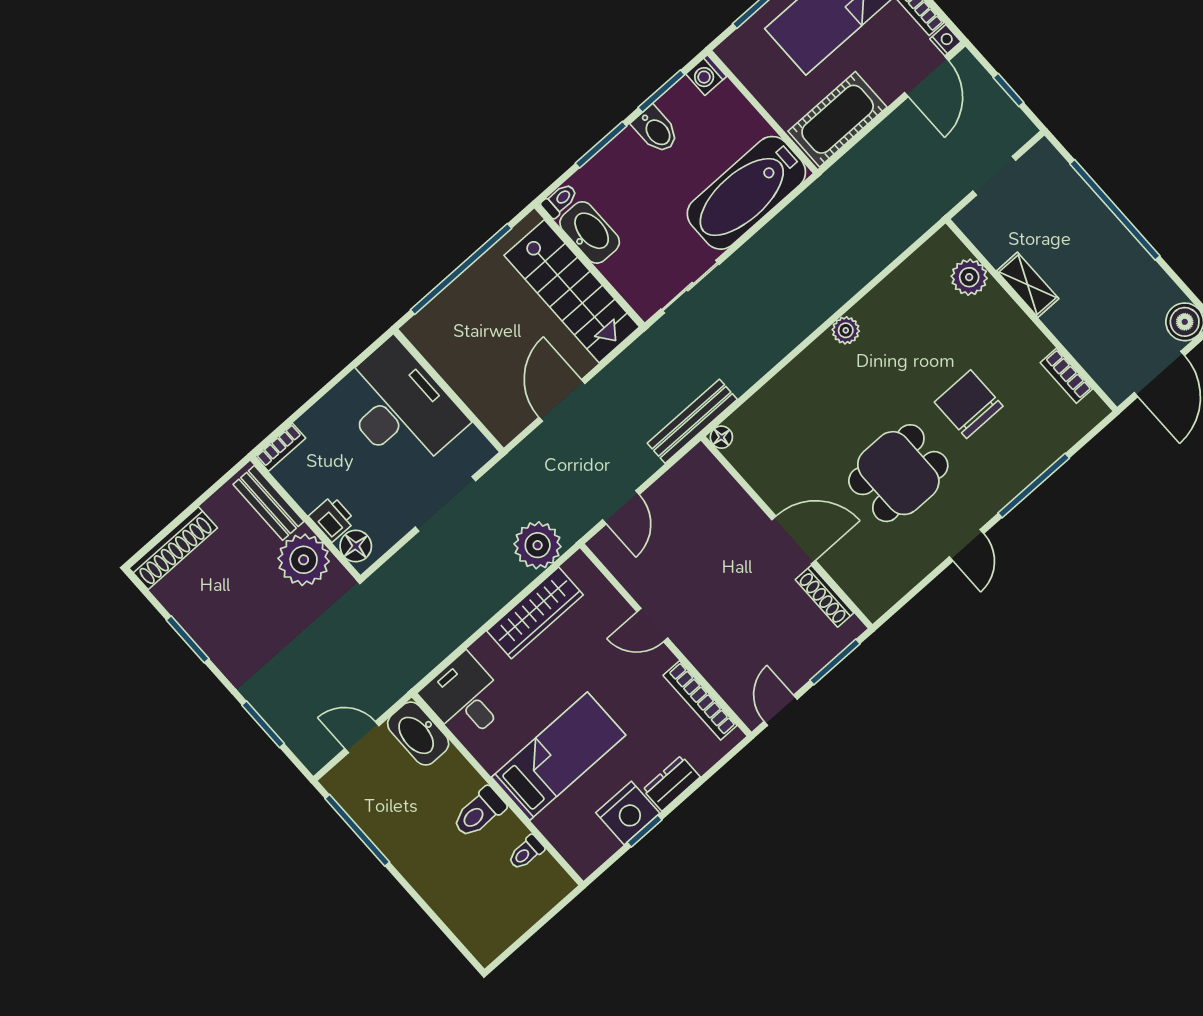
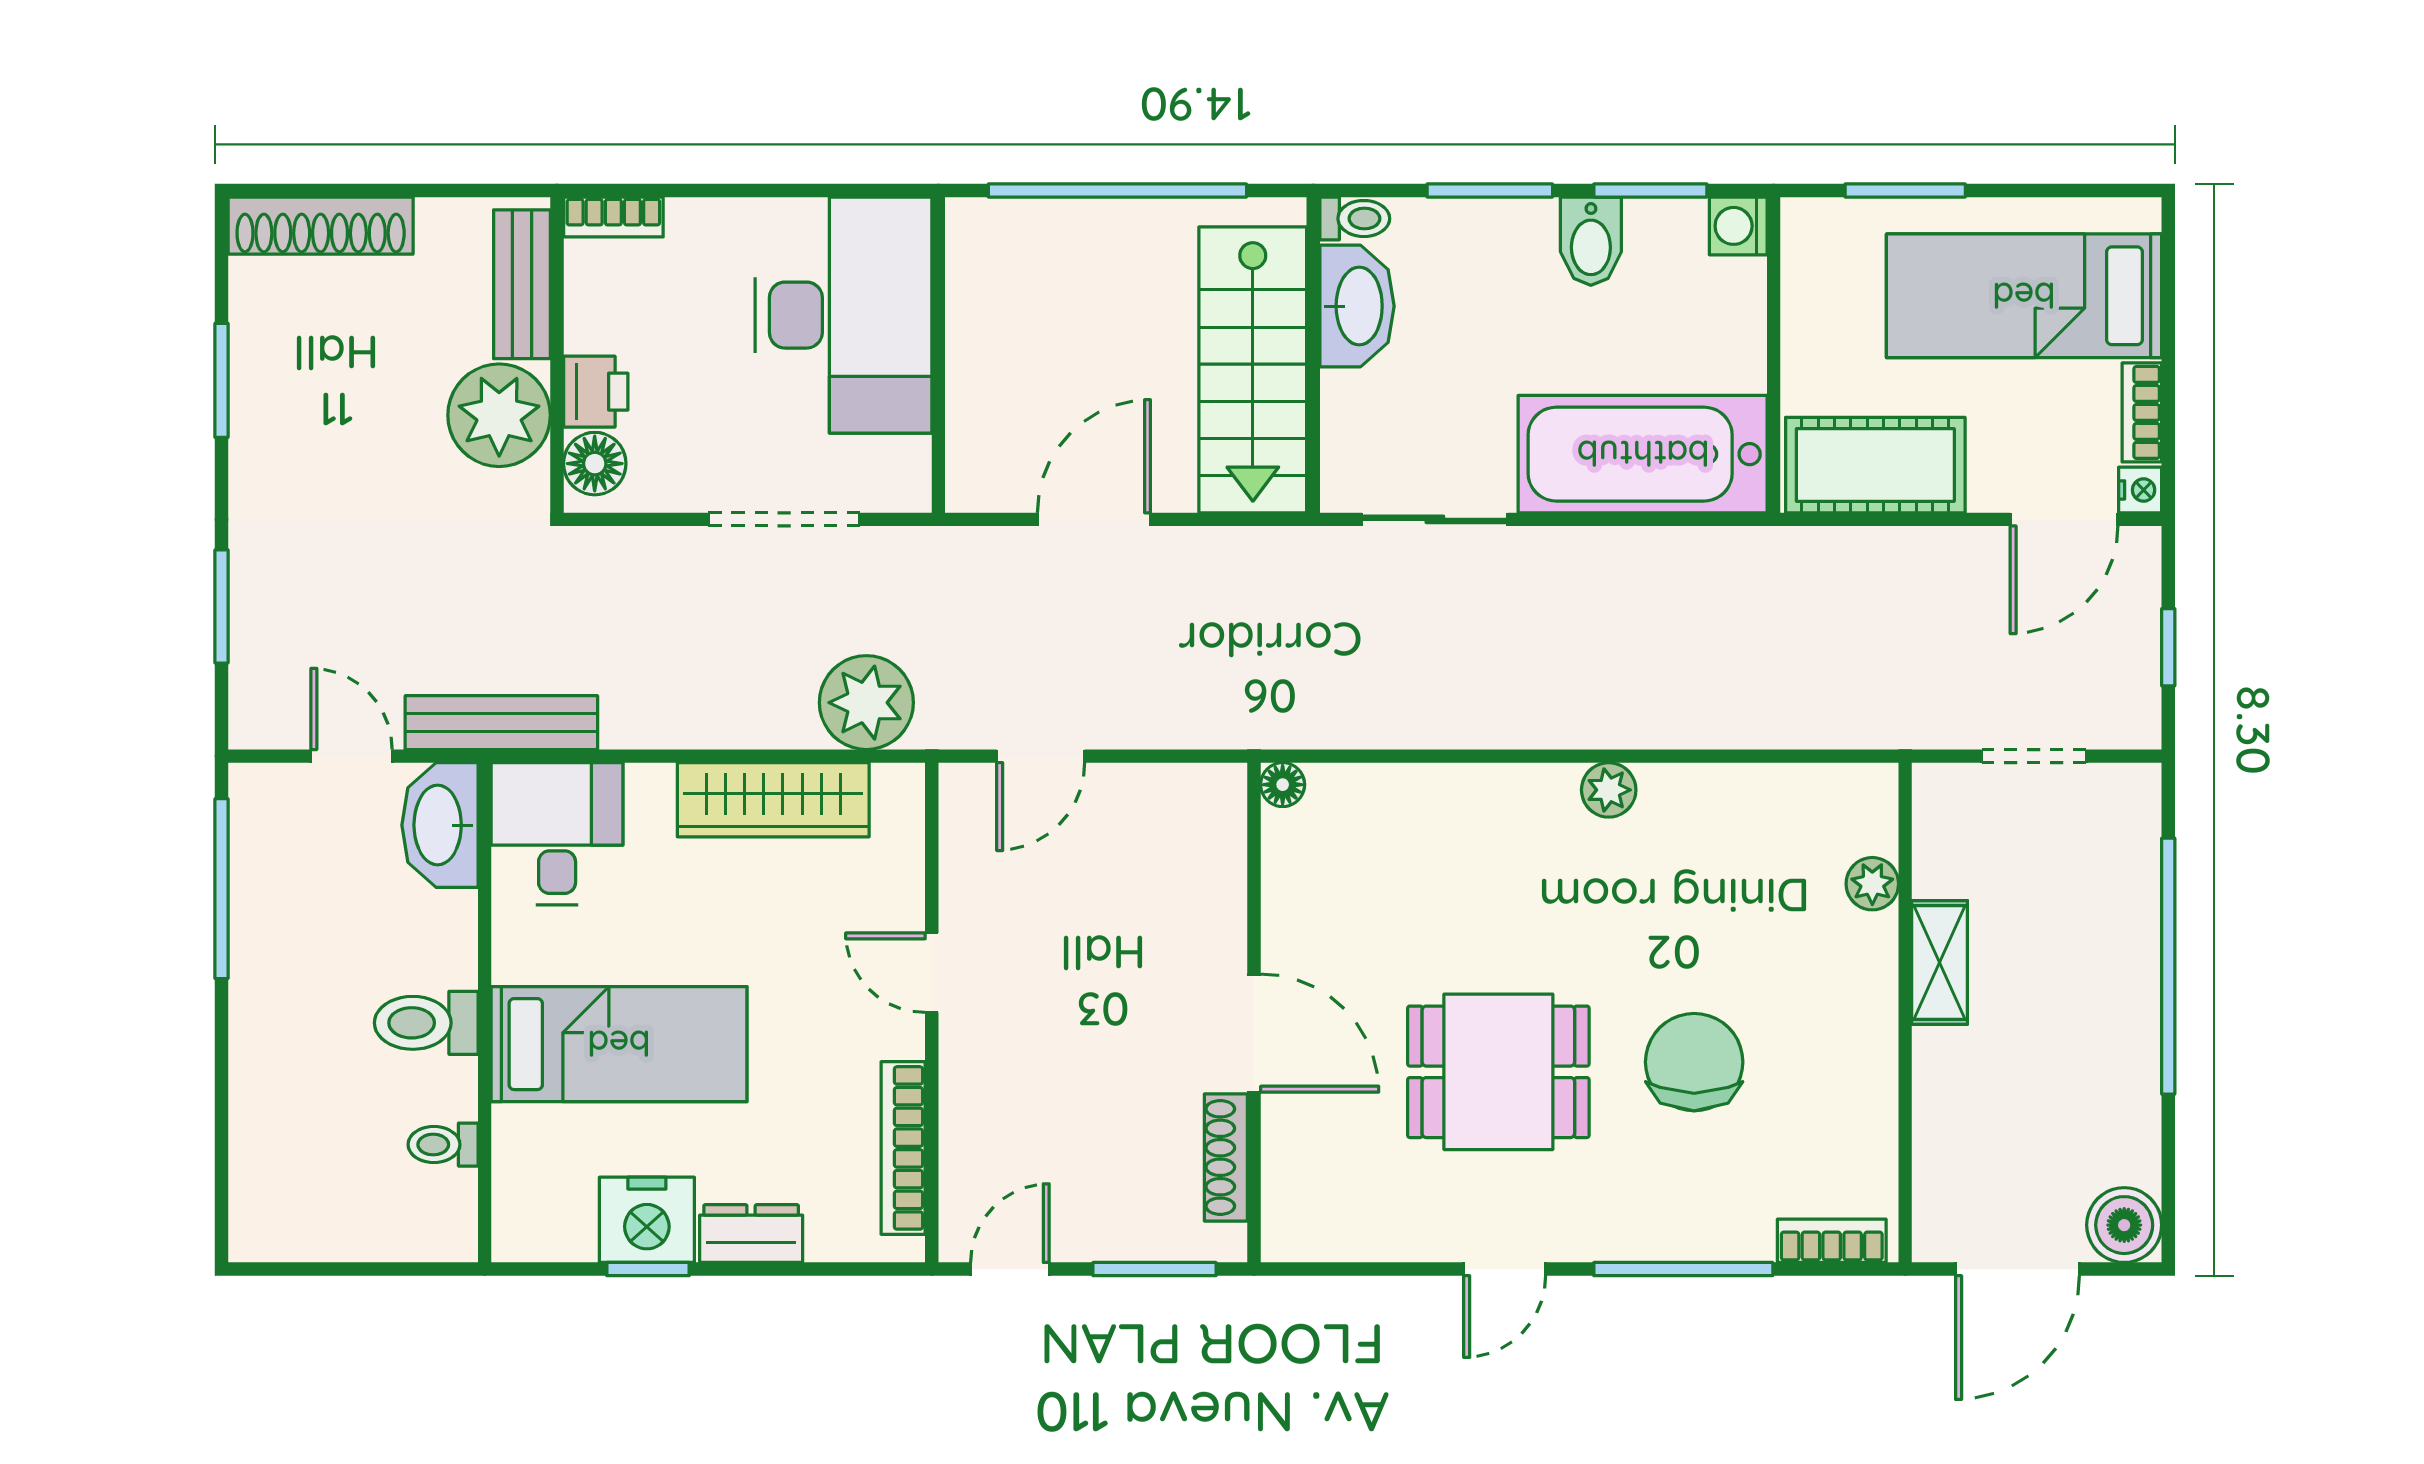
plant: (969, 277) -> (1872, 884), width x0.73, depth x0.73
bookcase: (1066, 376) -> (1832, 1241), moved, turned 90
bench: (692, 421) -> (501, 723), moved

